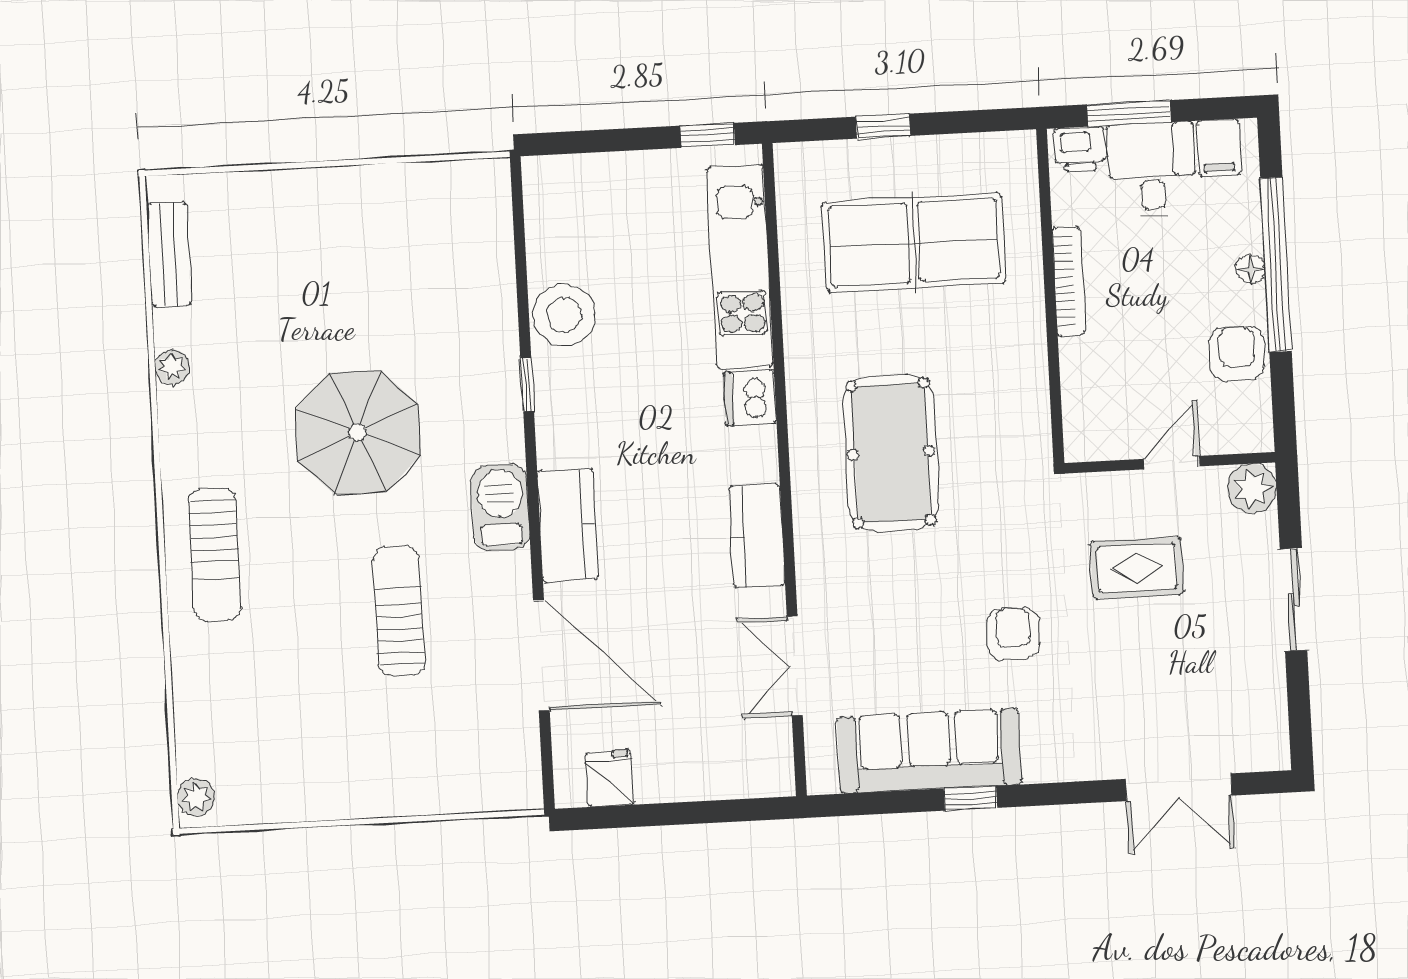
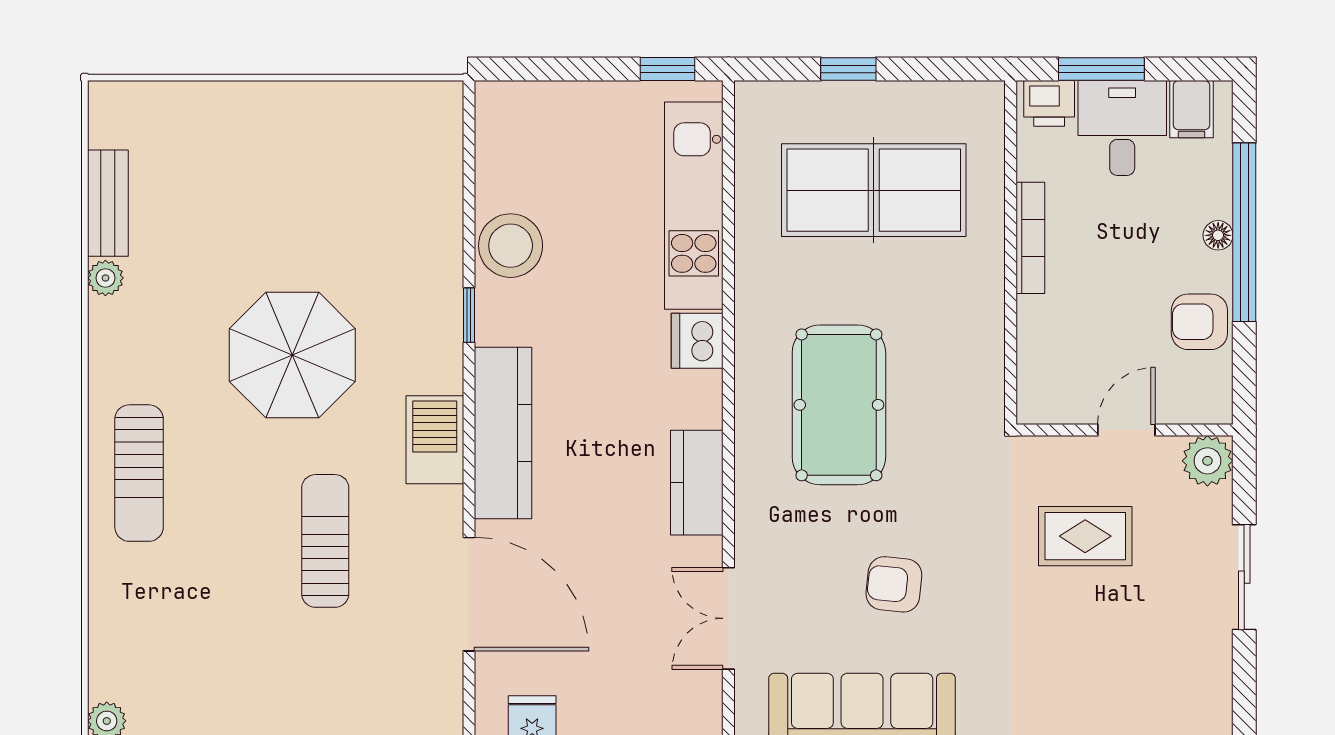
bench: (169, 254) -> (108, 203), moved
armchair: (1237, 354) -> (1199, 322), turned -90
kitchen counter: (568, 525) -> (503, 433), width x1.50
armchair: (1013, 634) -> (894, 584), moved, turned -84

